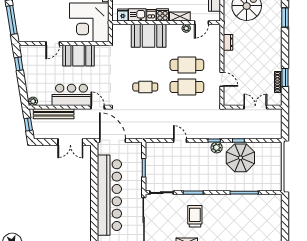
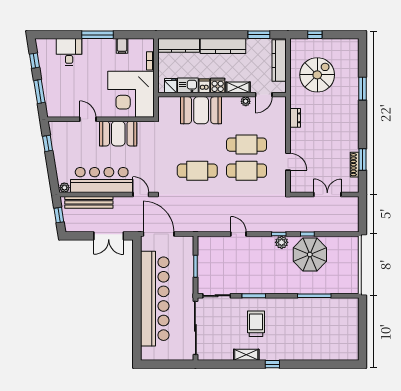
window: (12, 20) -> (39, 91), width x0.69
door: (53, 44) -> (88, 119), swing flipped
cafe table: (145, 87) -> (197, 171), width x1.37, depth x1.35
bar counter: (72, 95) -> (102, 180), width x1.36

